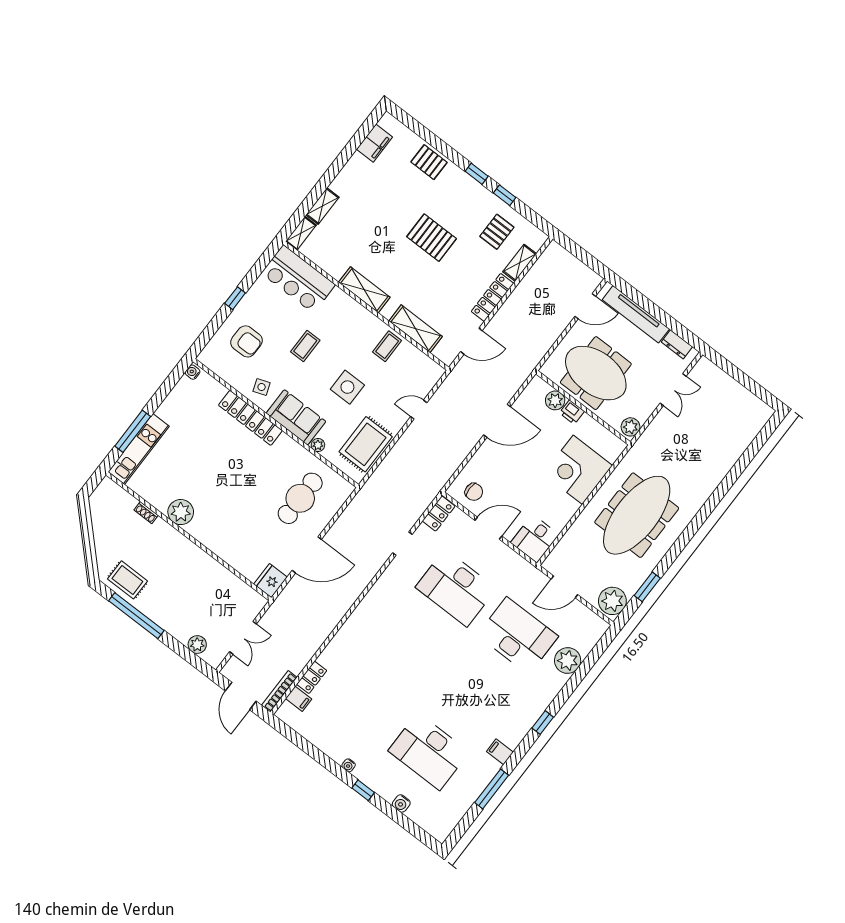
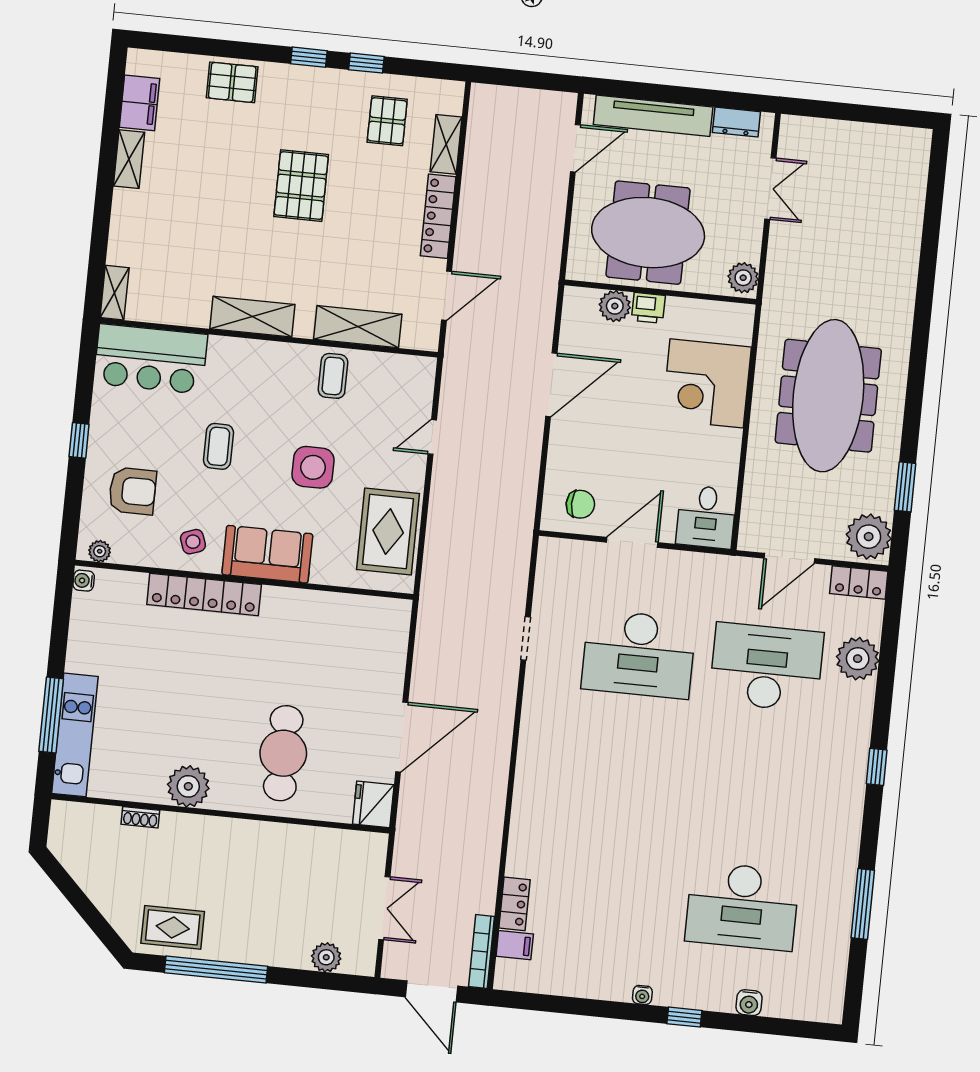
shelving: (322, 206) -> (129, 159), moved
pallet: (432, 238) -> (301, 186), turned 90
plant: (318, 445) -> (100, 551), moved
cafe table: (300, 498) -> (283, 753), moved
locker: (439, 513) -> (859, 582), moved, turned 90
filing cabinet: (500, 752) -> (842, 845), removed

